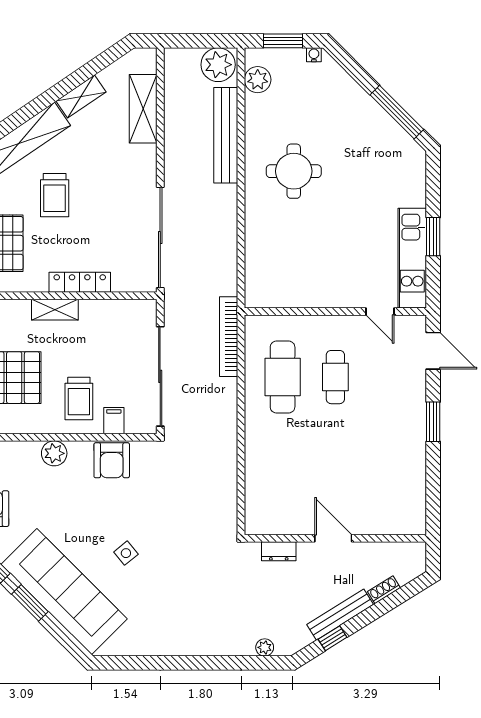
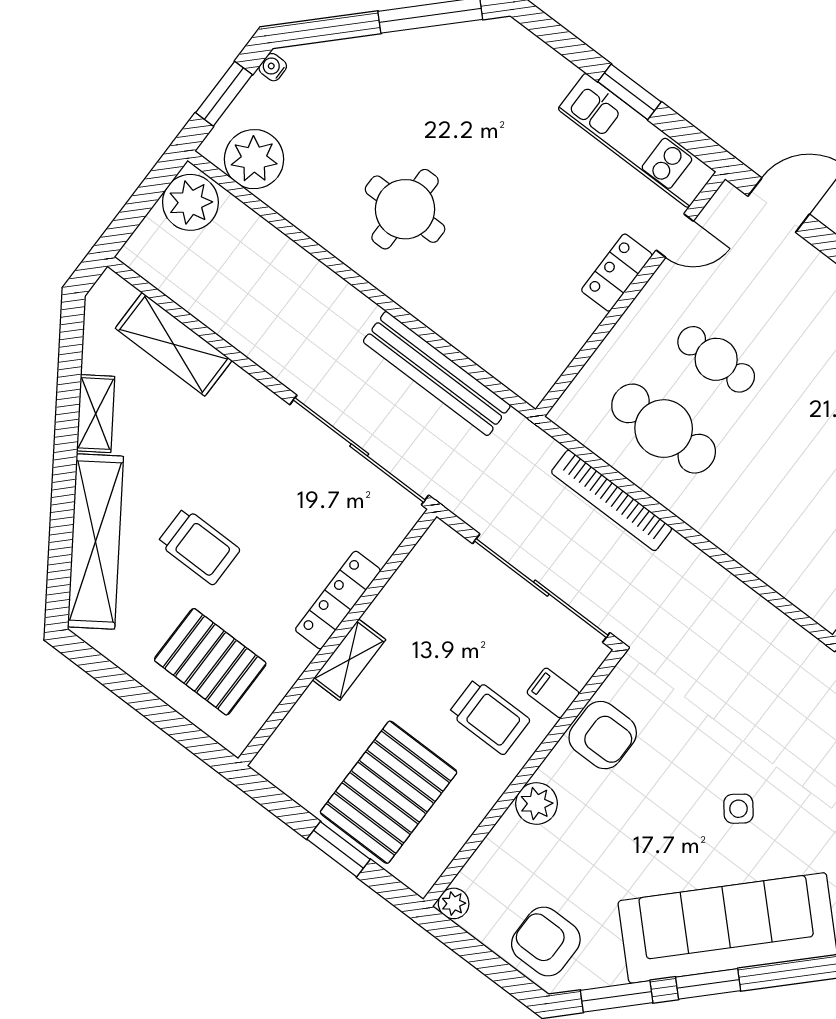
plant: (258, 80) -> (254, 159), width x1.36, depth x1.36
bench: (226, 135) -> (437, 374), moved
locker: (341, 297) -> (617, 273), added
bookcase: (229, 337) -> (612, 500), moved

